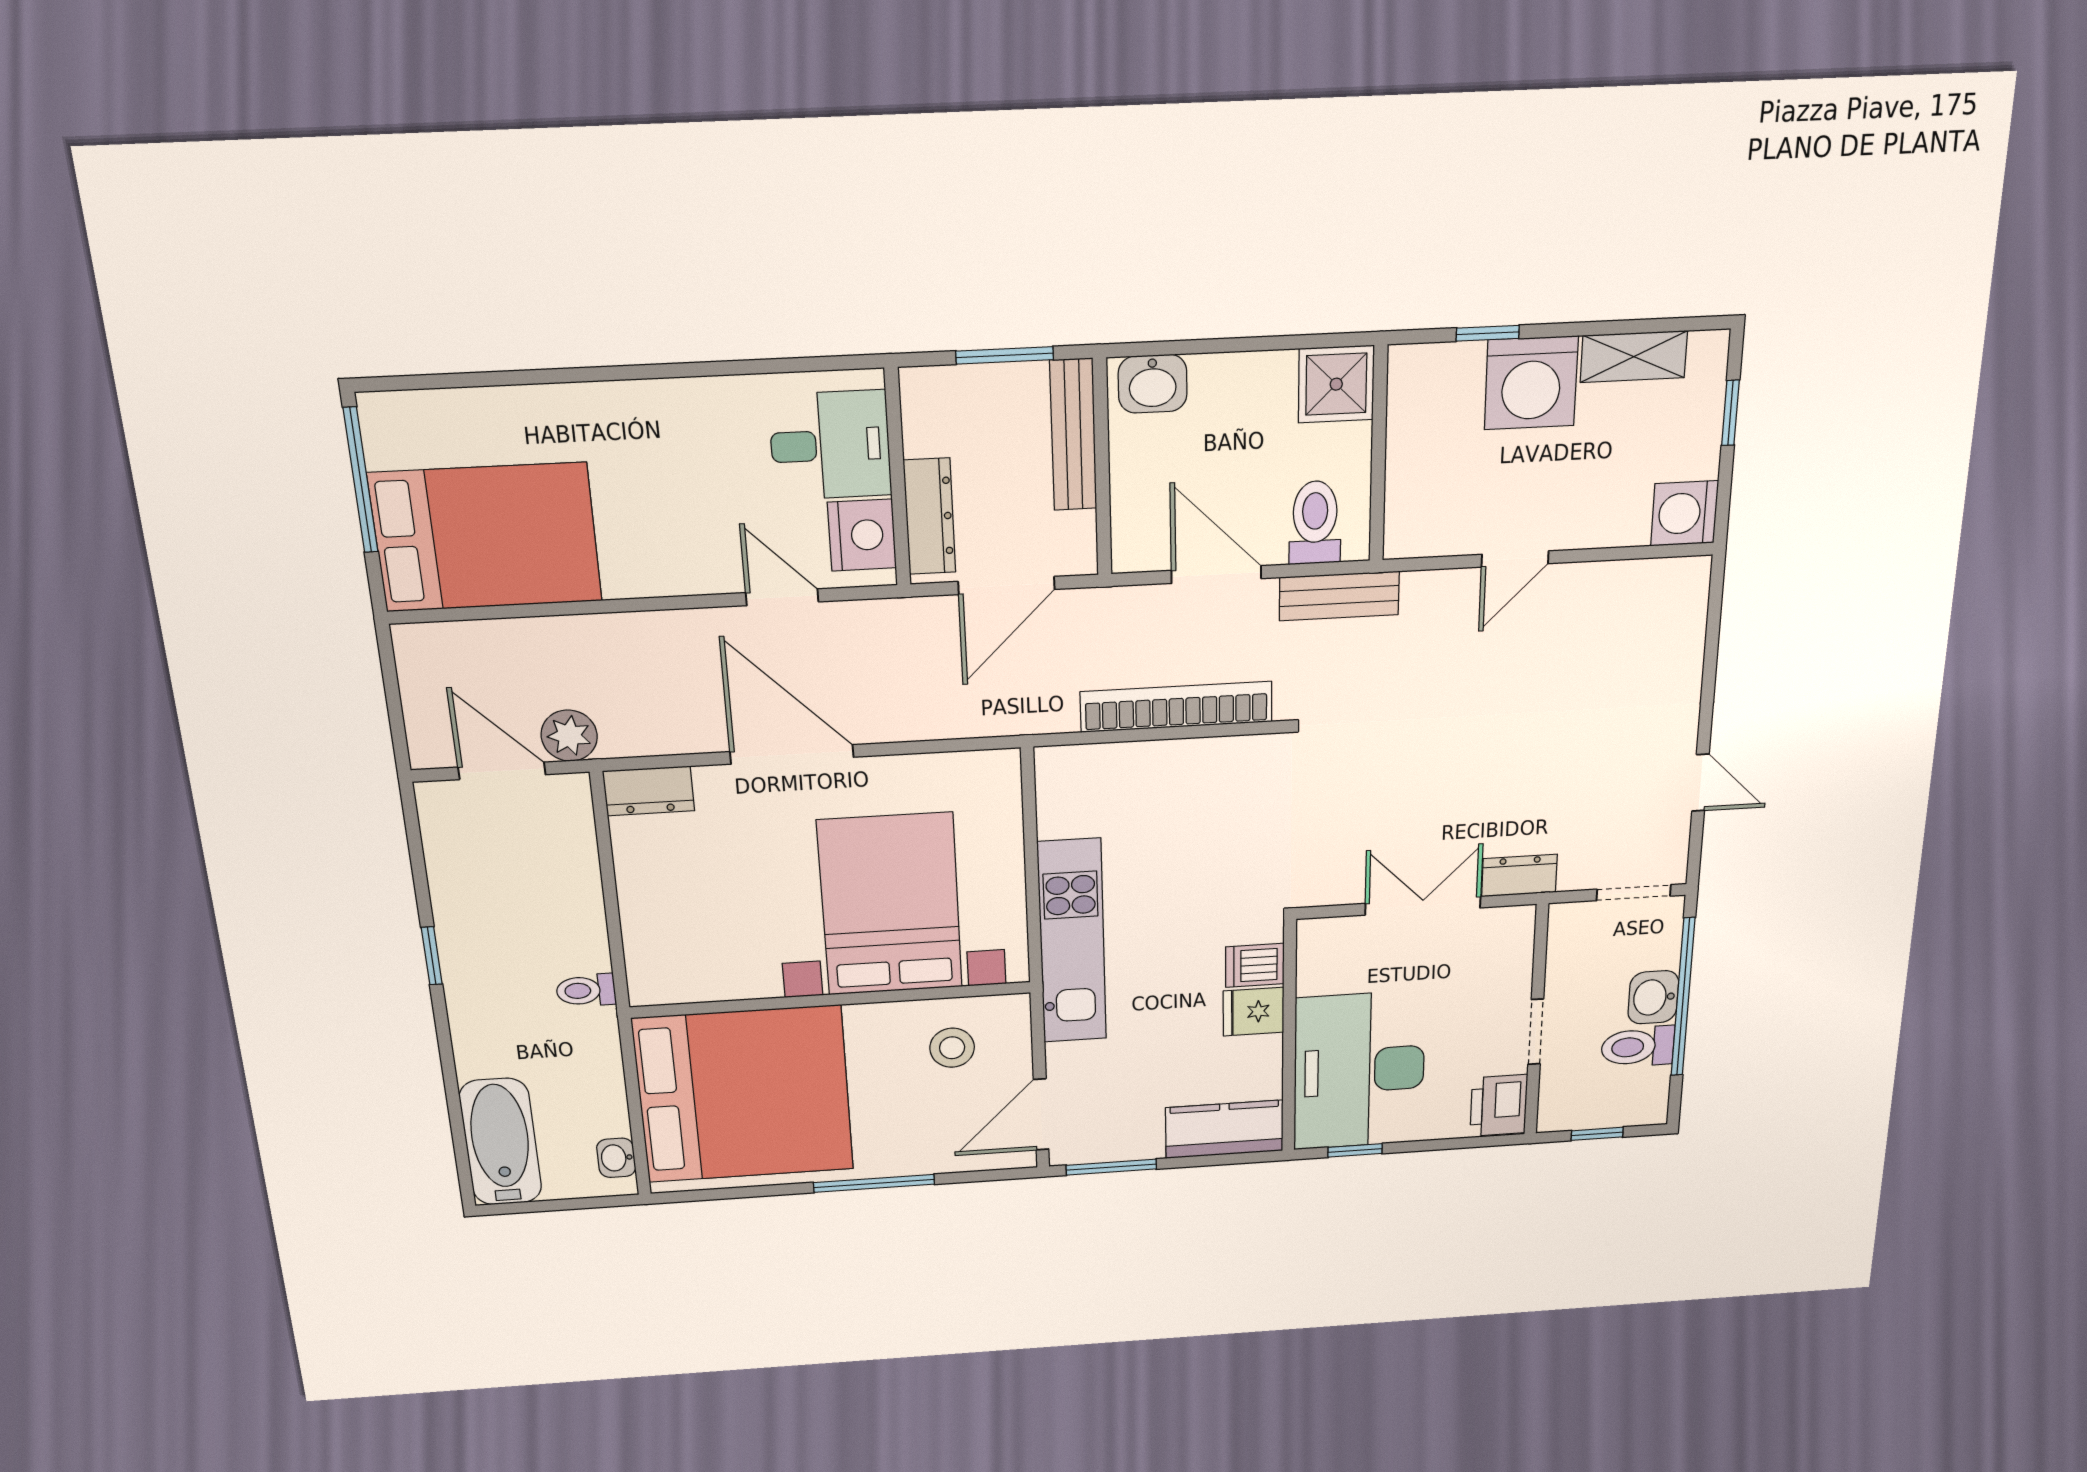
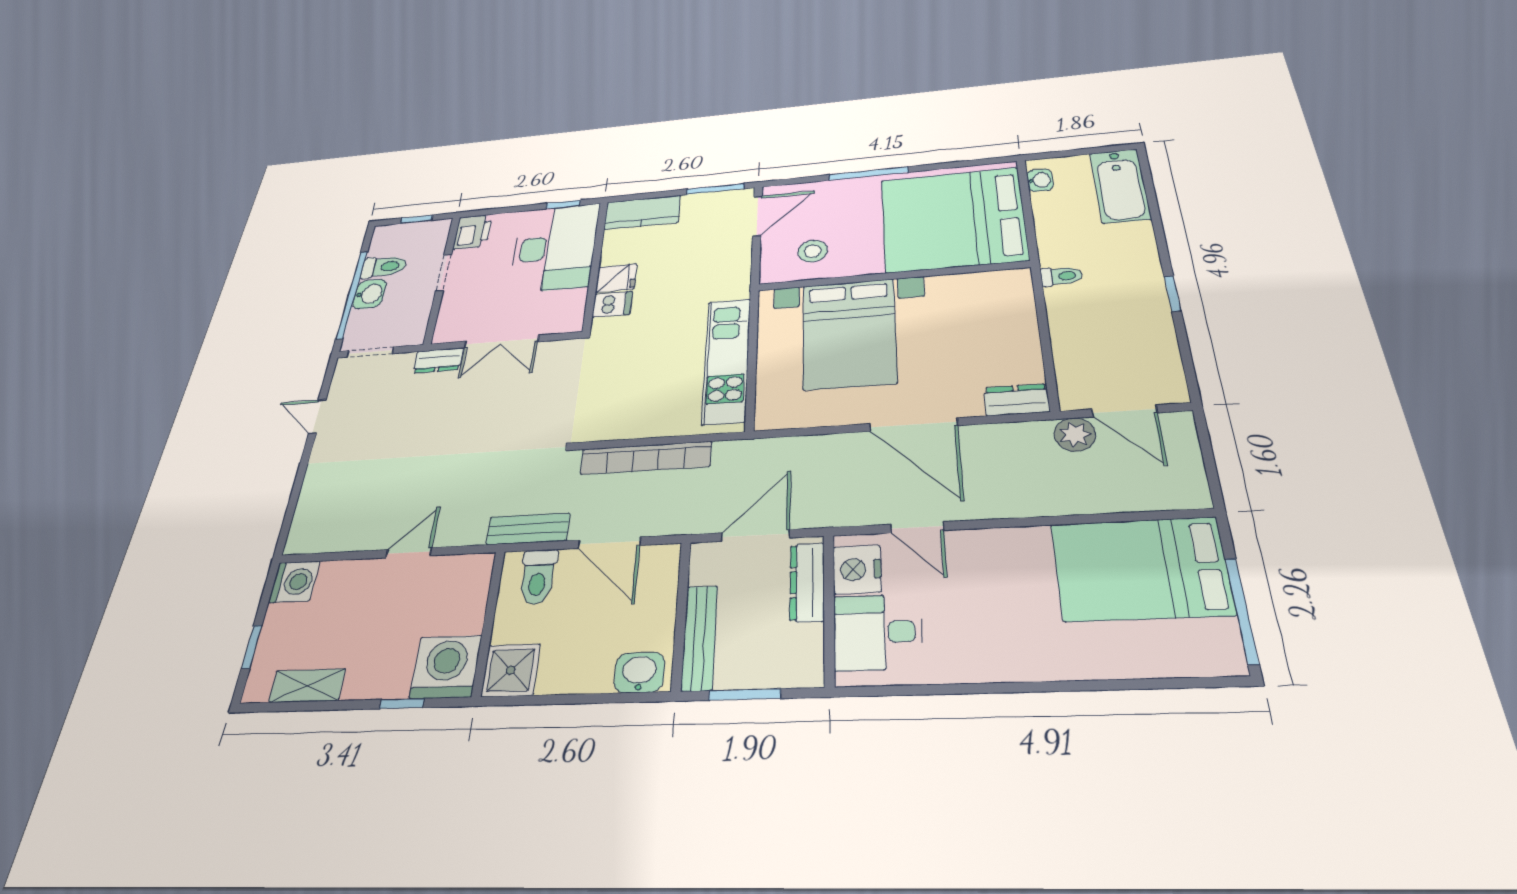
washing machine: (1531, 383) -> (446, 667), moved
kitchen unit: (1072, 942) -> (727, 360), moved

